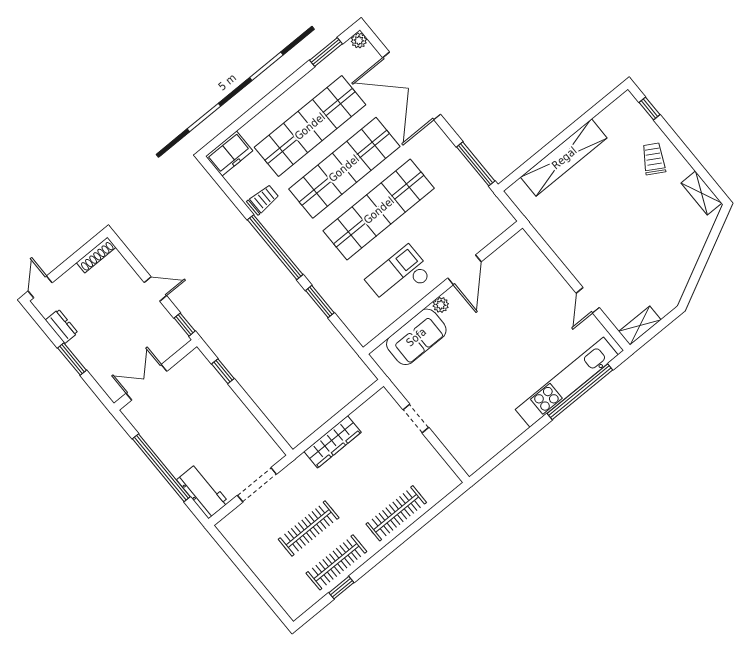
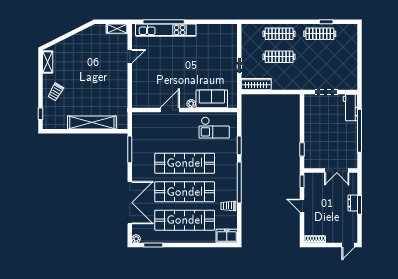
checkout: (399, 277) -> (214, 128), moved
dresser: (62, 326) -> (353, 203), moved
wardrobe: (333, 442) -> (256, 84), moved
clothes rail: (309, 528) -> (279, 57), moved

